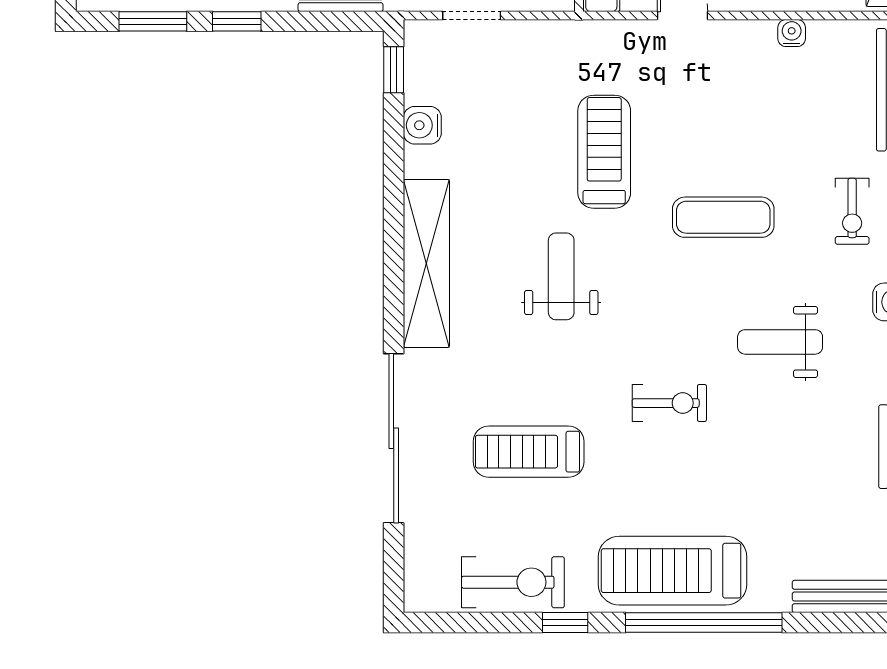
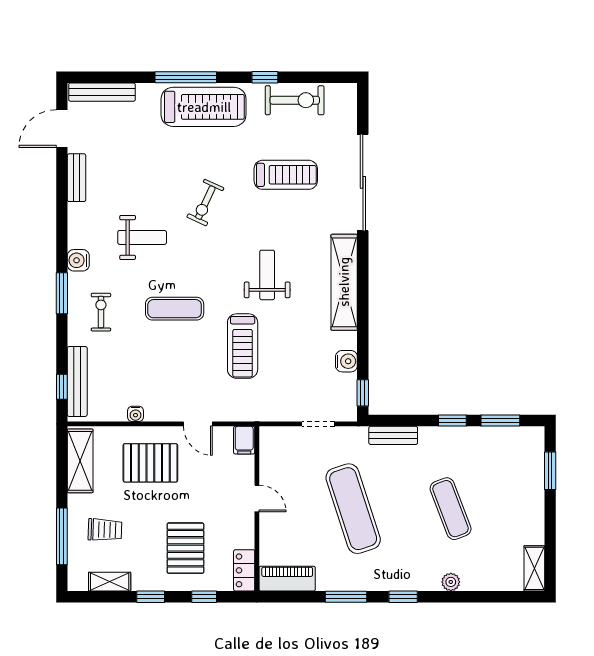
weight bench: (561, 276) -> (267, 275), turned 180
exercise bike: (669, 403) -> (205, 203), turned -65
exercise bike: (513, 582) -> (295, 100), turned 180
window: (704, 622) -> (186, 77), width x0.68

